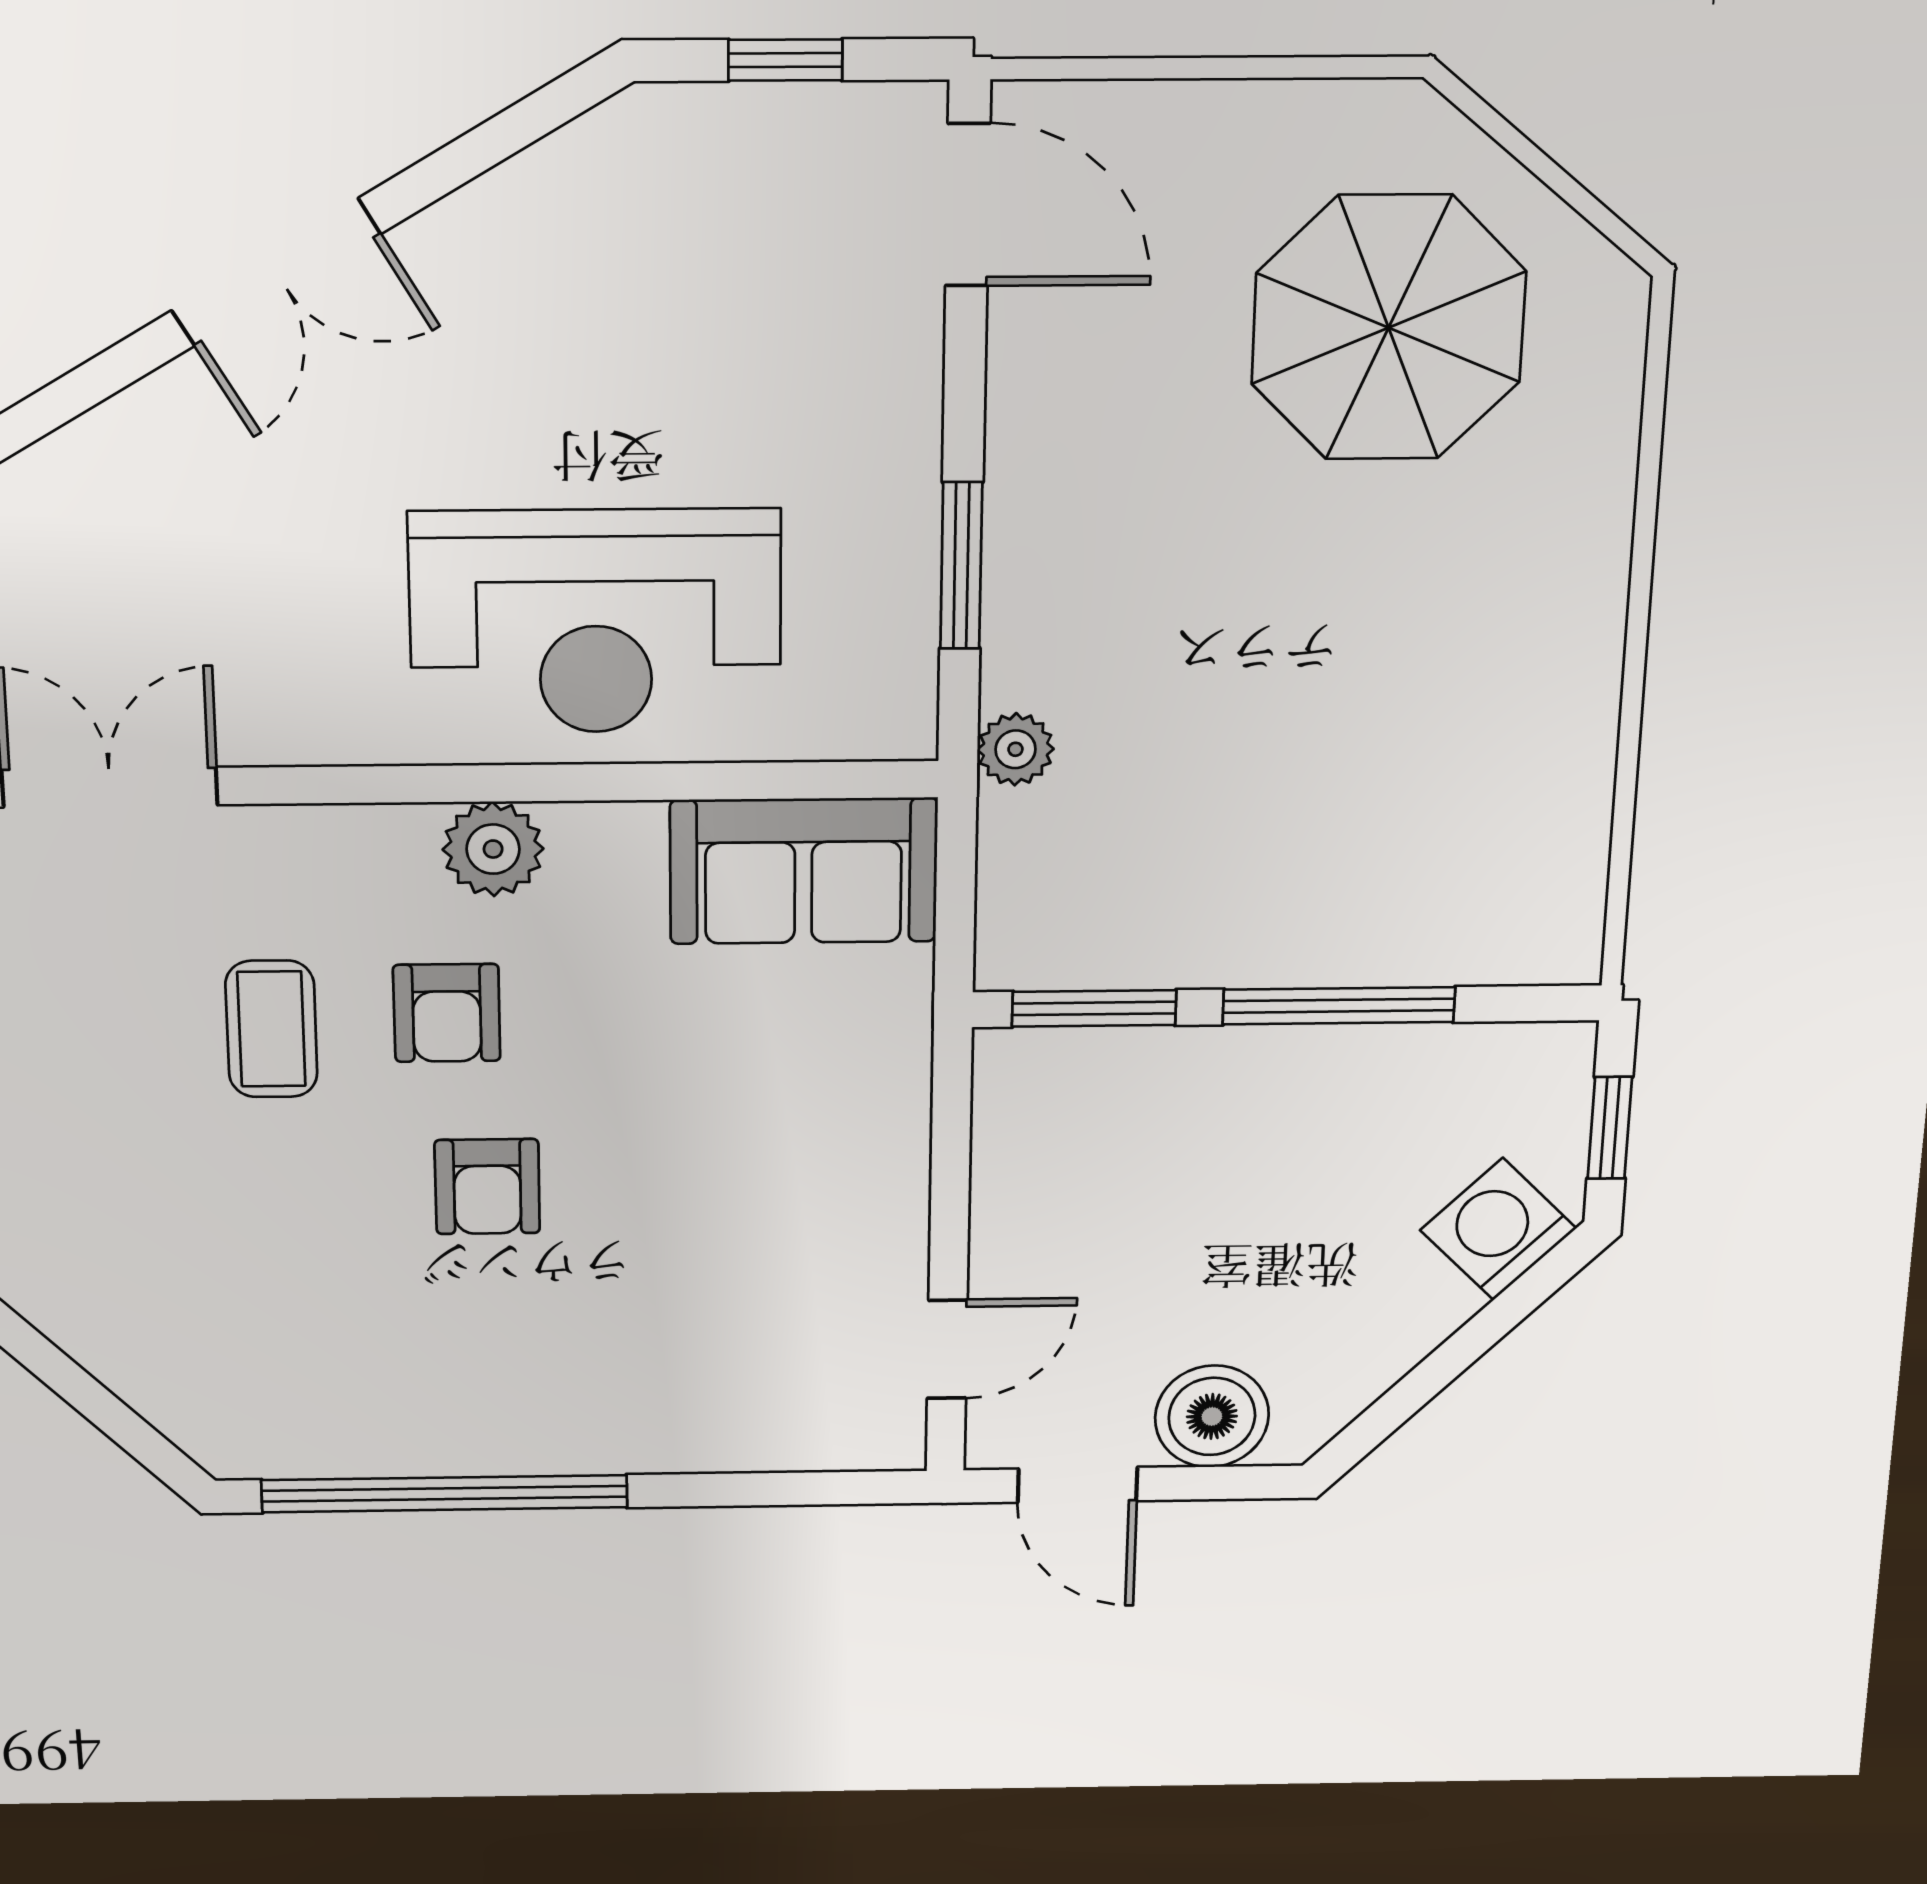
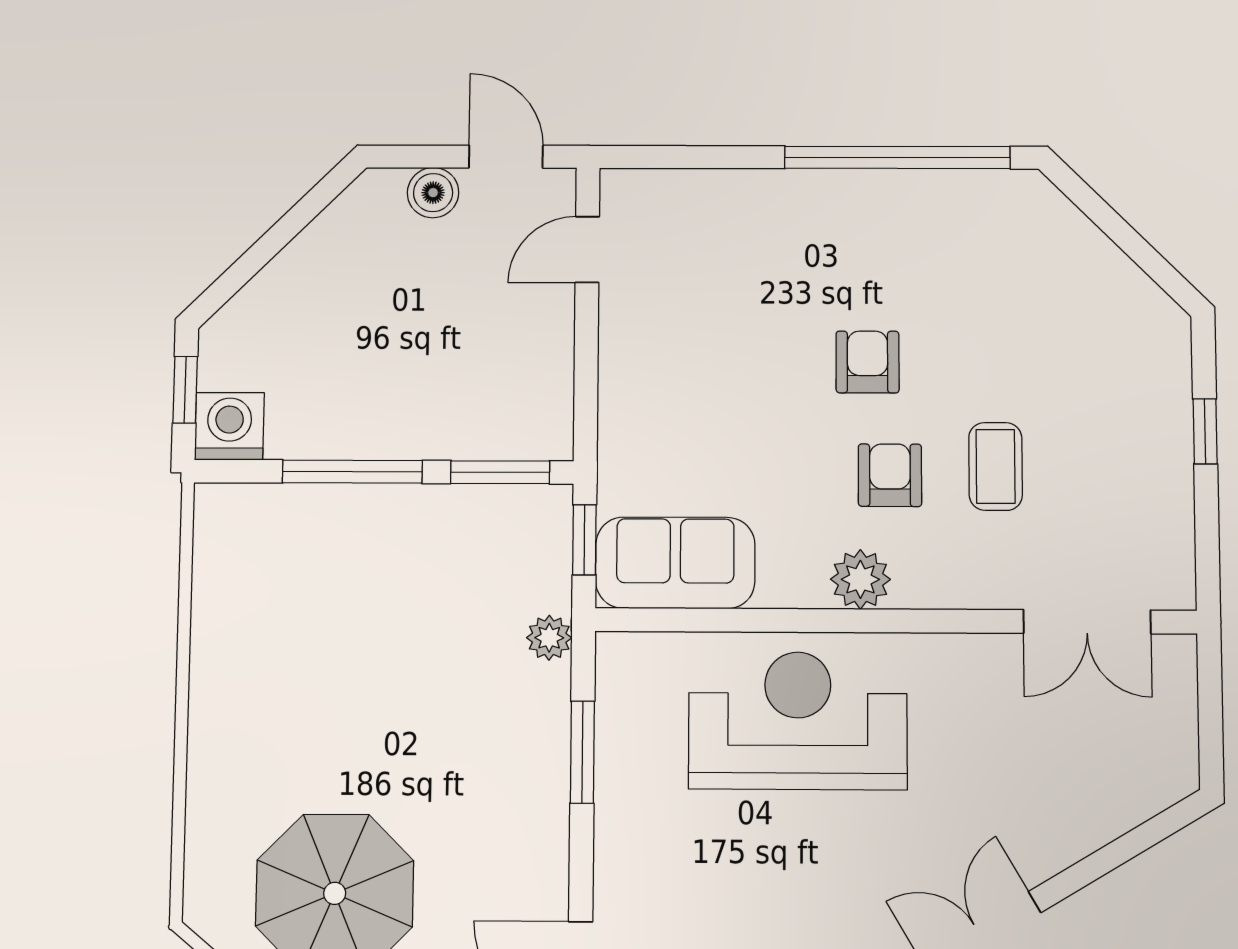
window: (955, 905) -> (584, 540), added
washing machine: (1498, 1229) -> (229, 426), moved, turned -135
boiler: (1212, 1416) -> (433, 193), width x0.73, depth x0.73

